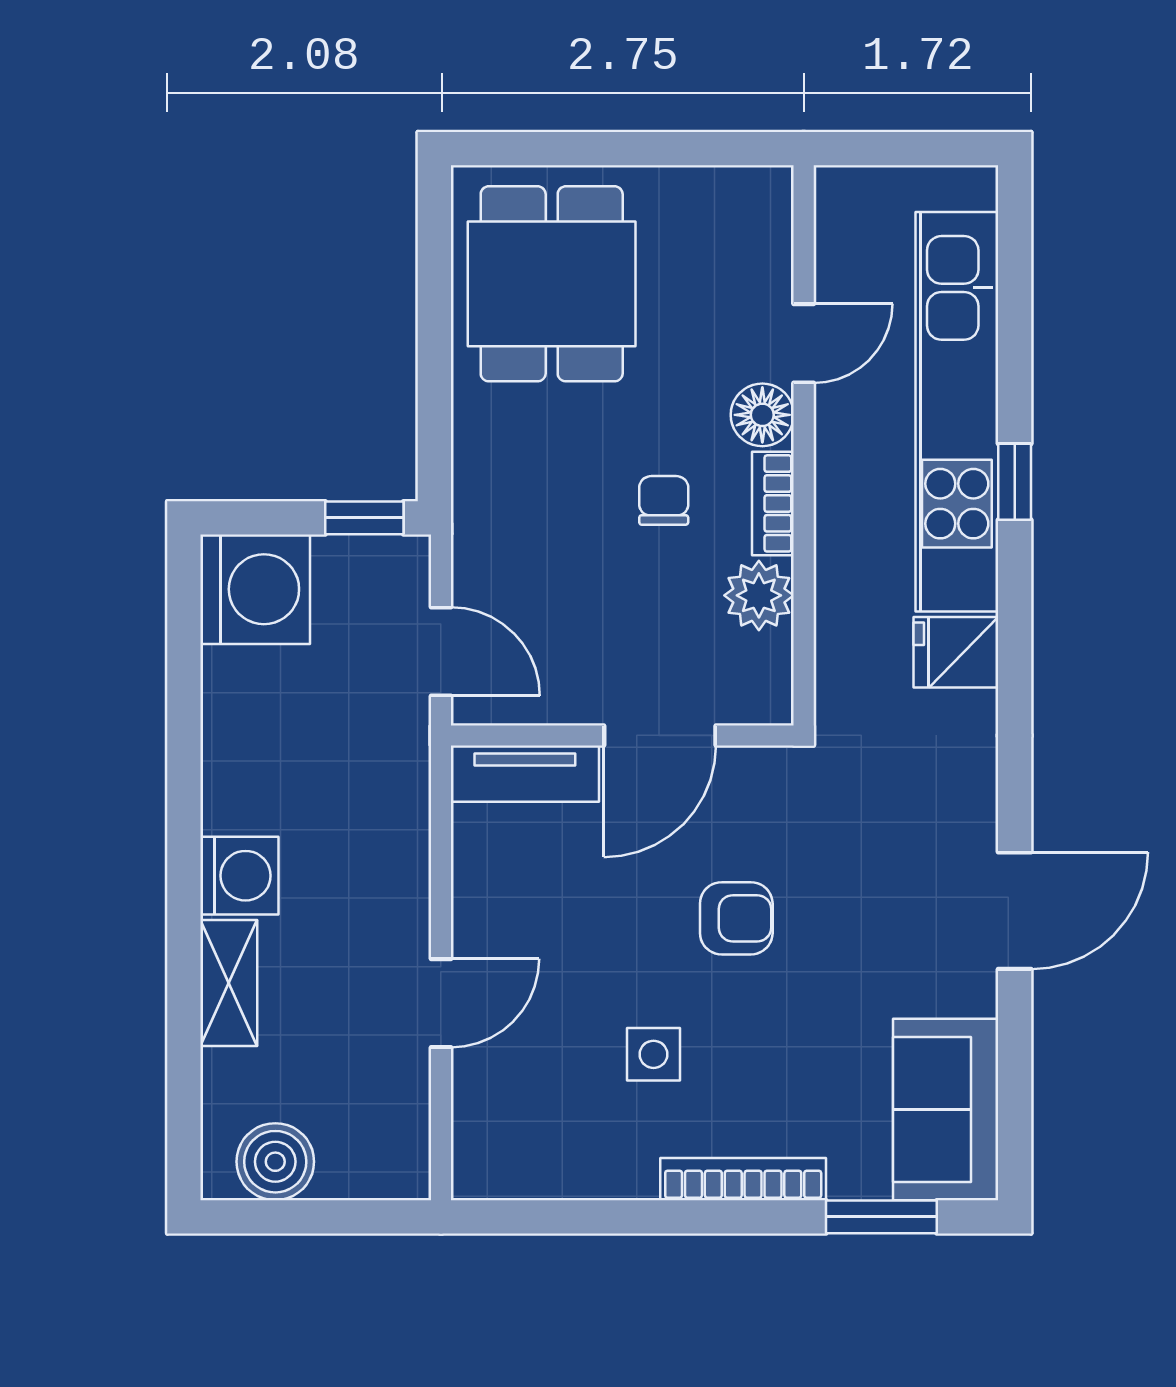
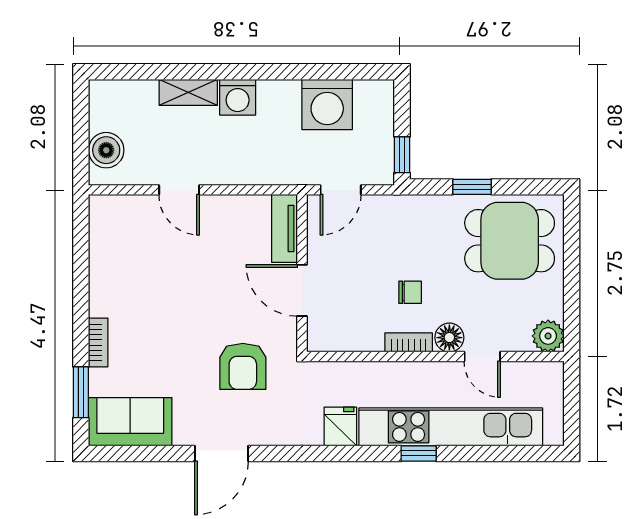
window: (434, 366) -> (472, 187), added
washing machine: (255, 589) -> (327, 104), moved
plant: (759, 595) -> (548, 336), moved
door: (1015, 911) -> (222, 453), hinge flipped
armchair: (736, 918) -> (243, 366), moved, width x1.38, depth x1.38
side table: (653, 1054) -> (156, 288), removed
boiler: (275, 1162) -> (106, 150), moved
bookcase: (743, 1179) -> (98, 342), width x0.64

